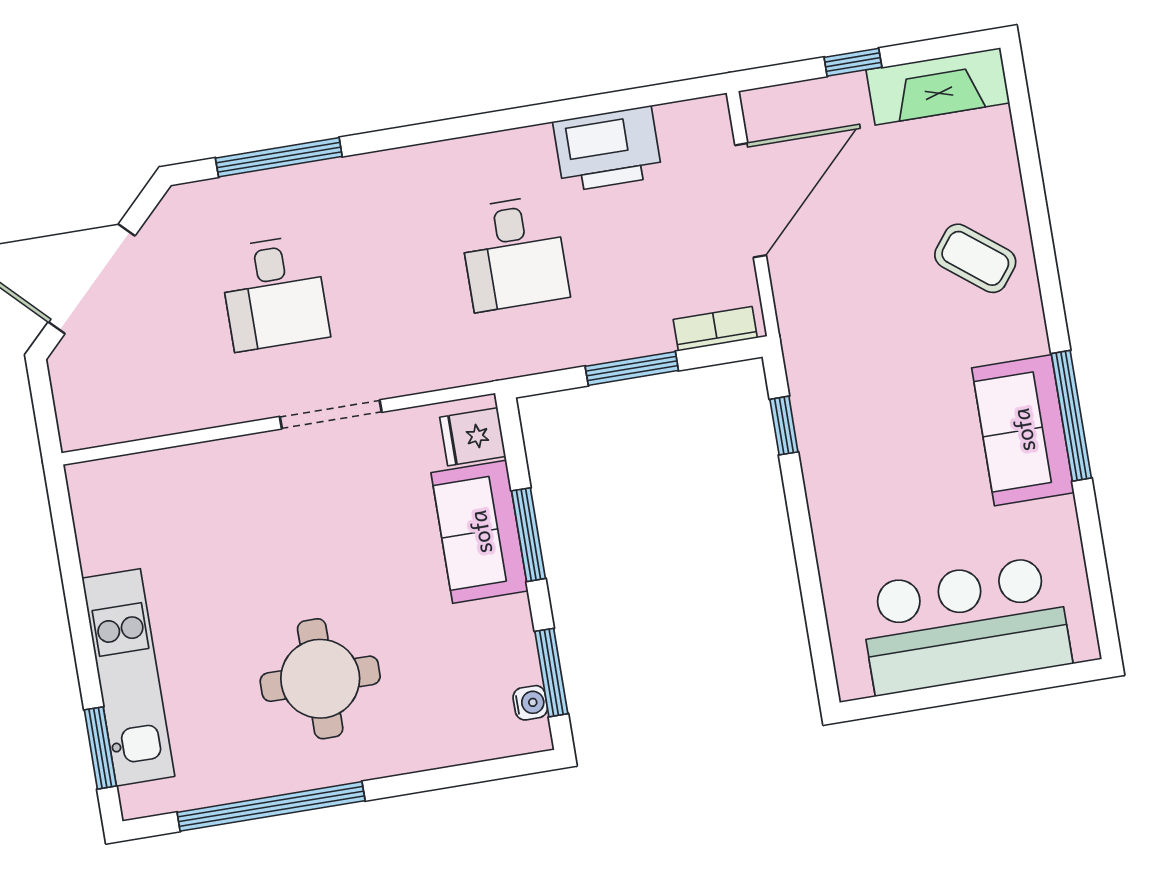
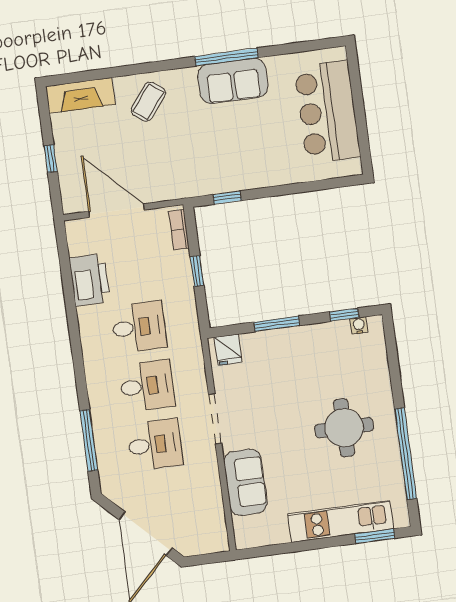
fireplace: (938, 86) -> (80, 95), moved, turned 90
desk: (394, 273) -> (147, 386), added
window: (632, 368) -> (197, 271), width x0.67
sofa: (480, 532) -> (245, 482), moved, turned -90
window: (551, 673) -> (344, 315), width x0.67

